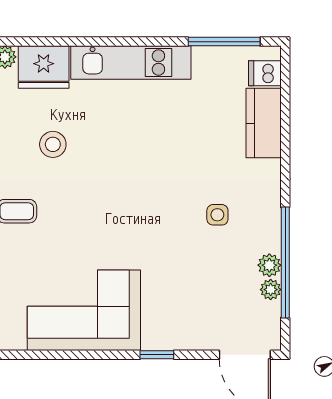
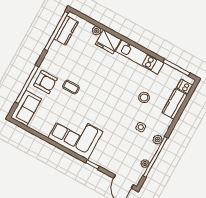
stool: (53, 144) -> (144, 98), moved
plant: (269, 265) -> (158, 140), moved

